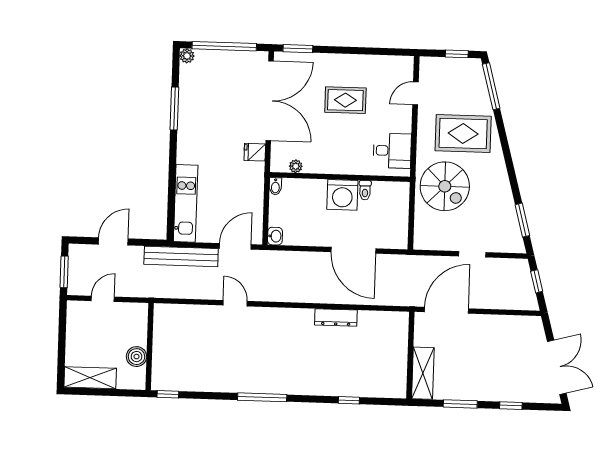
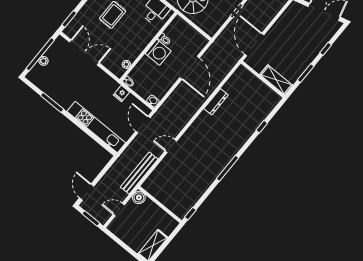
plant: (187, 56) -> (43, 61), moved
double door: (270, 101) -> (84, 52), width x0.73
fridge: (255, 152) -> (121, 94), moved
kitchen unit: (186, 203) -> (96, 127), width x1.36
door: (113, 241) -> (87, 192), moved
door: (353, 250) -> (190, 68), hinge flipped
bench: (181, 256) -> (139, 173), moved
door: (103, 299) -> (119, 210), hinge flipped
boiler: (137, 357) -> (139, 197), moved

